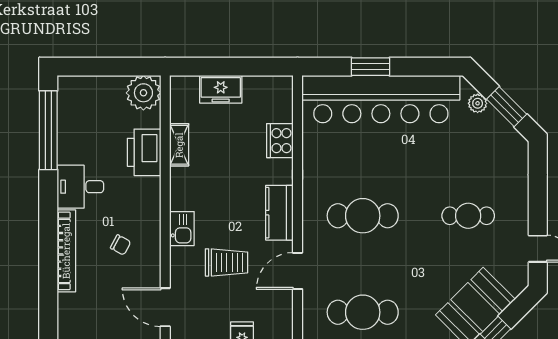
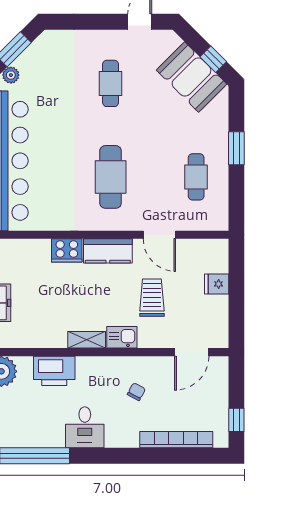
cooker: (280, 141) -> (67, 250), moved
shelving: (179, 145) -> (87, 340), moved
bookcase: (66, 251) -> (176, 440), moved
cafe table: (363, 312) -> (196, 177), width x0.73, depth x0.74

